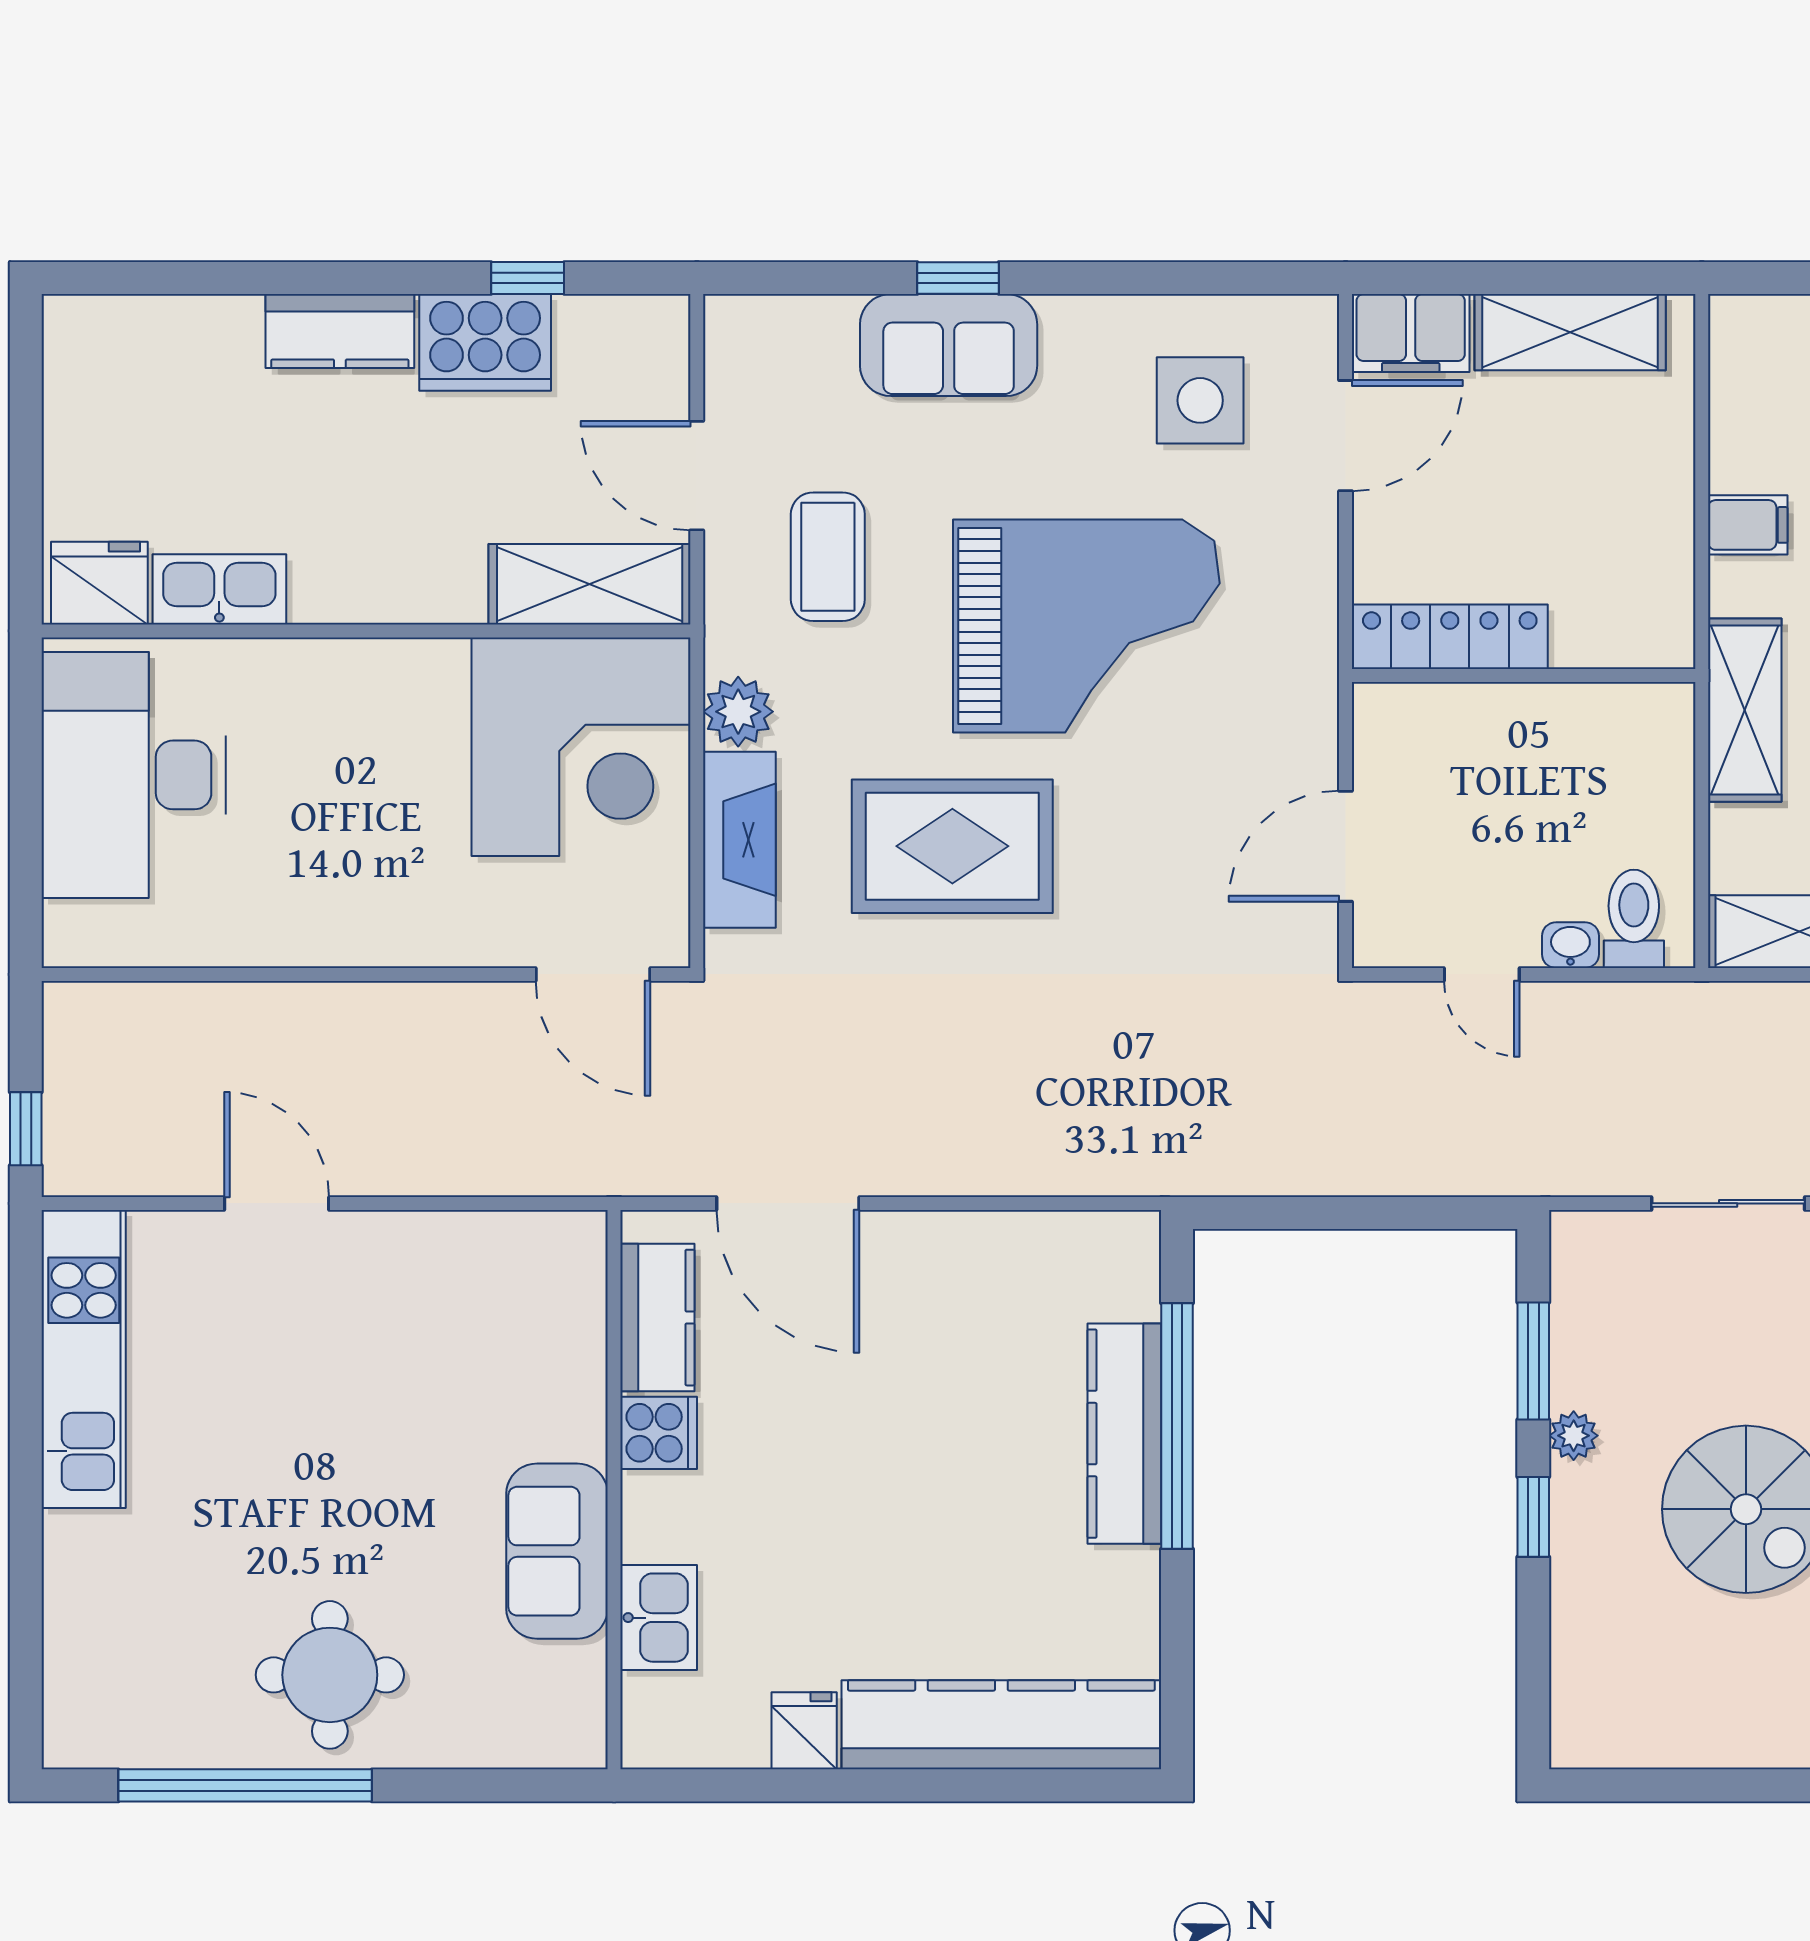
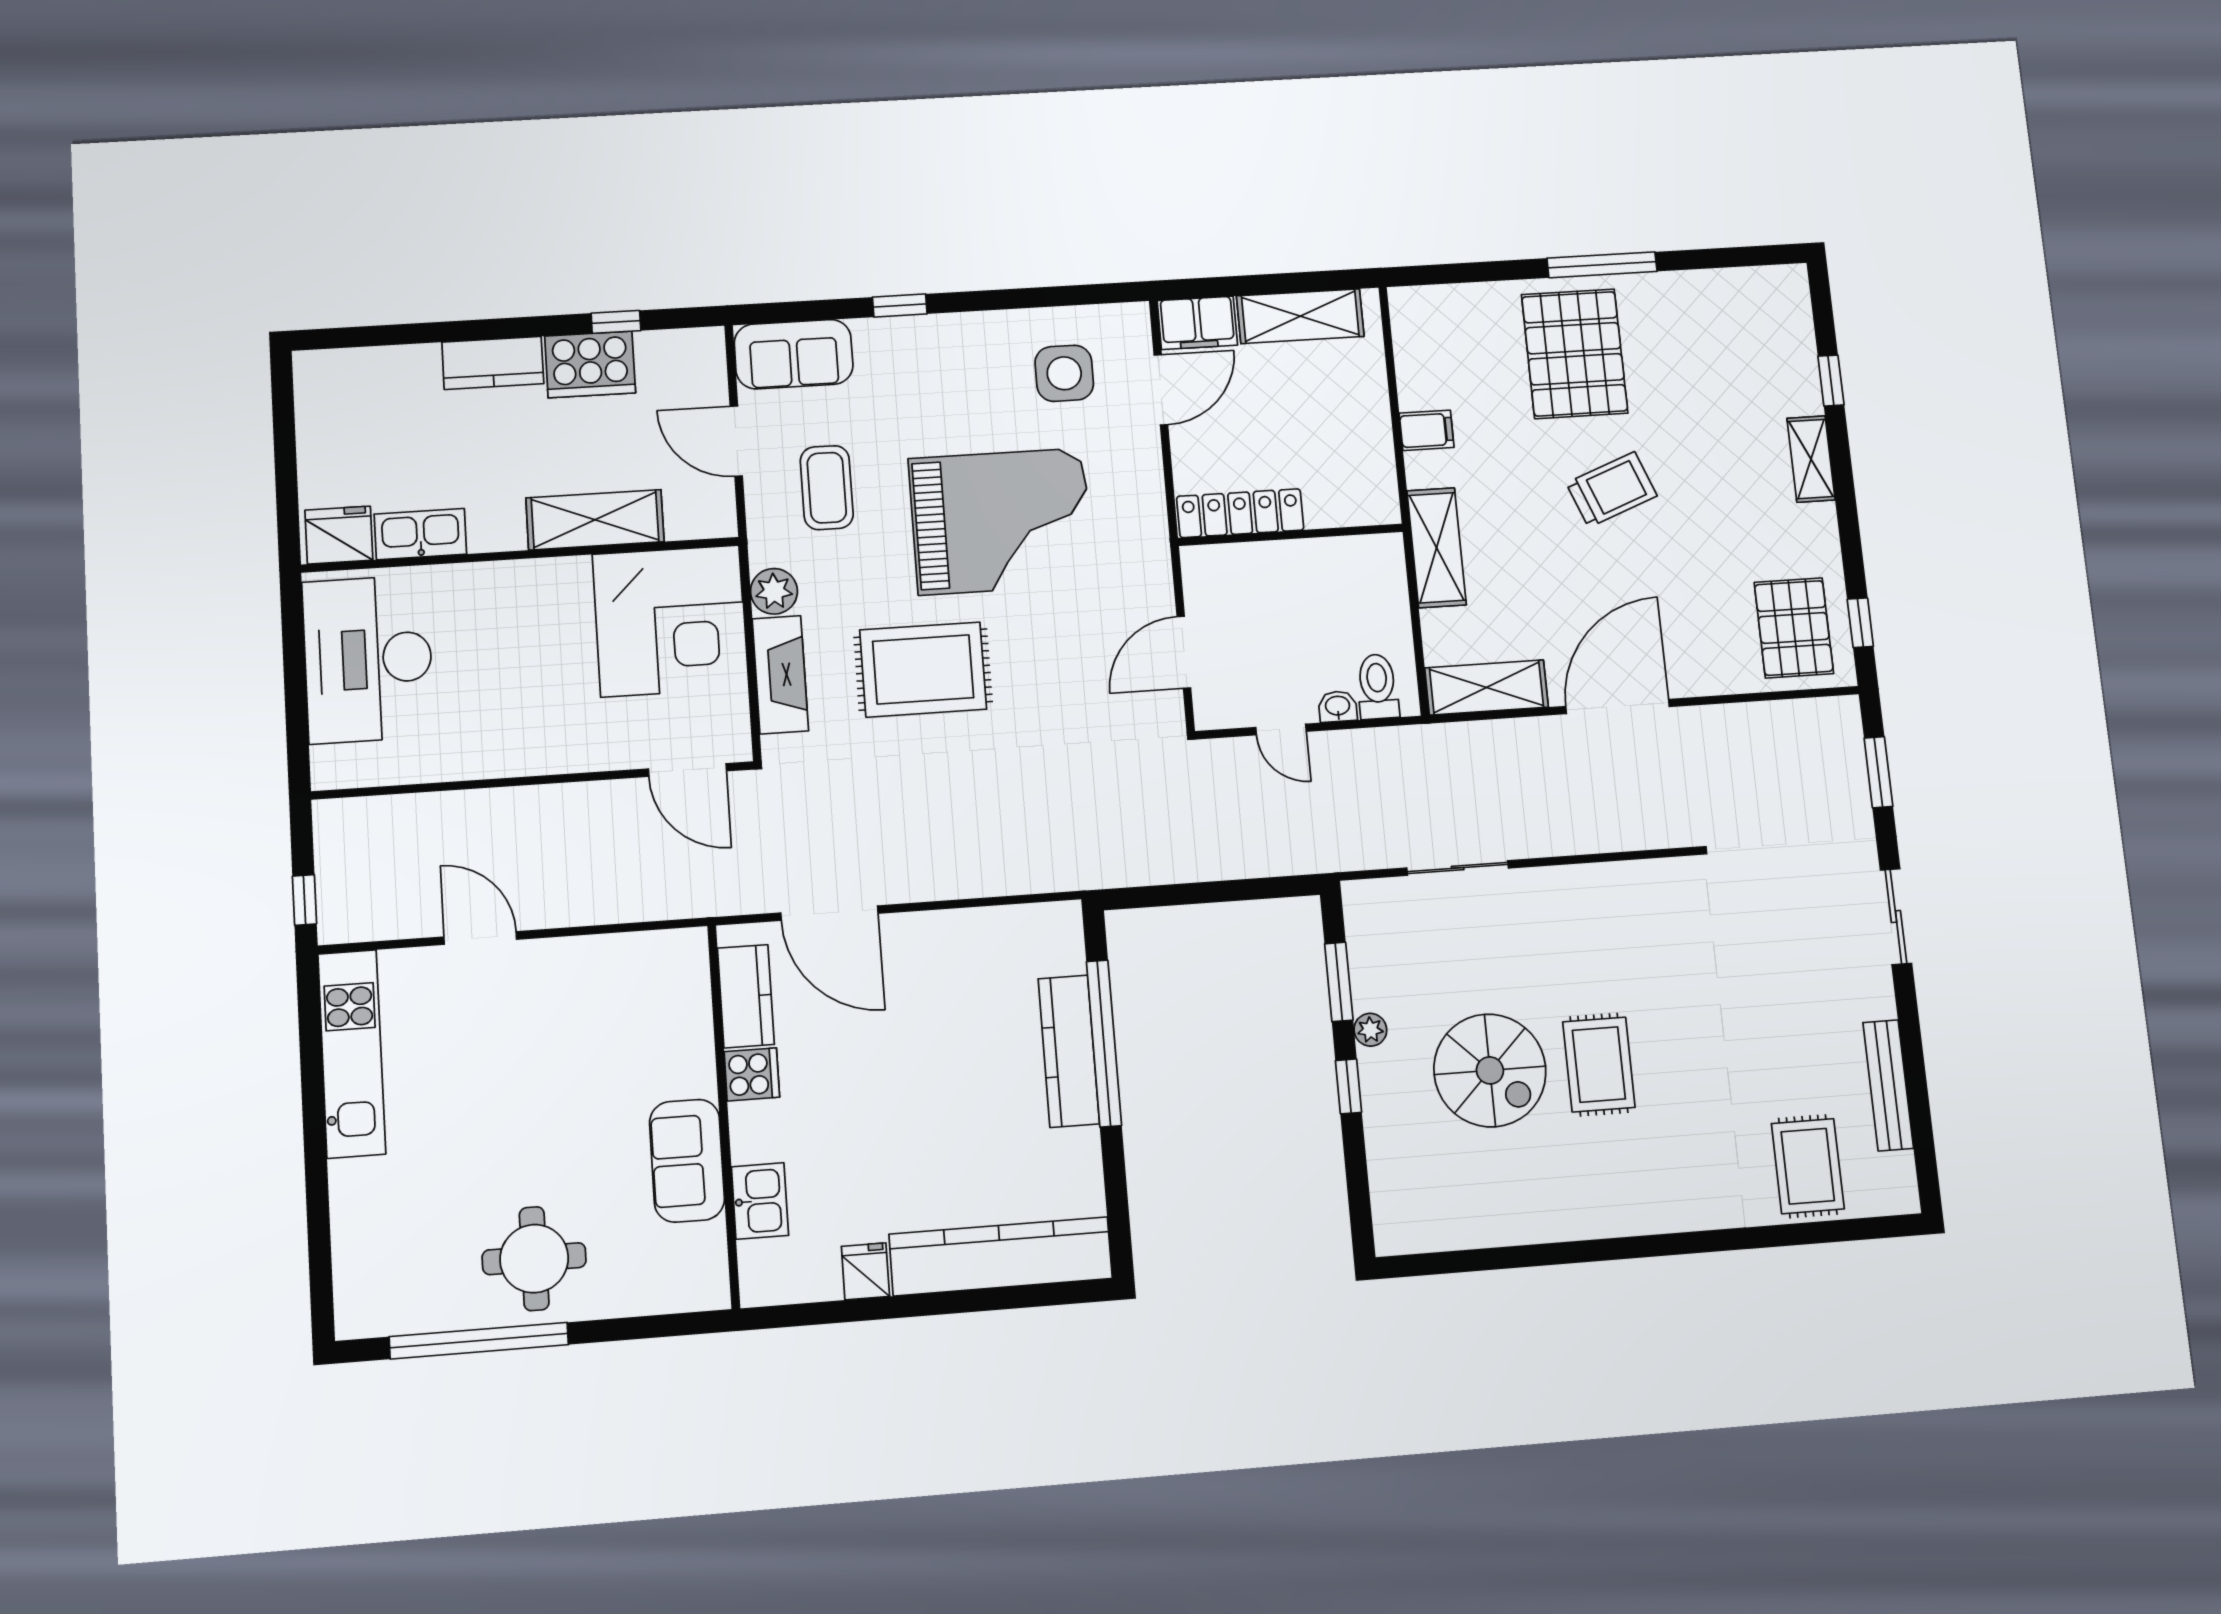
sofa: (949, 345) -> (794, 354), moved
shelving: (590, 584) -> (595, 520), moved

